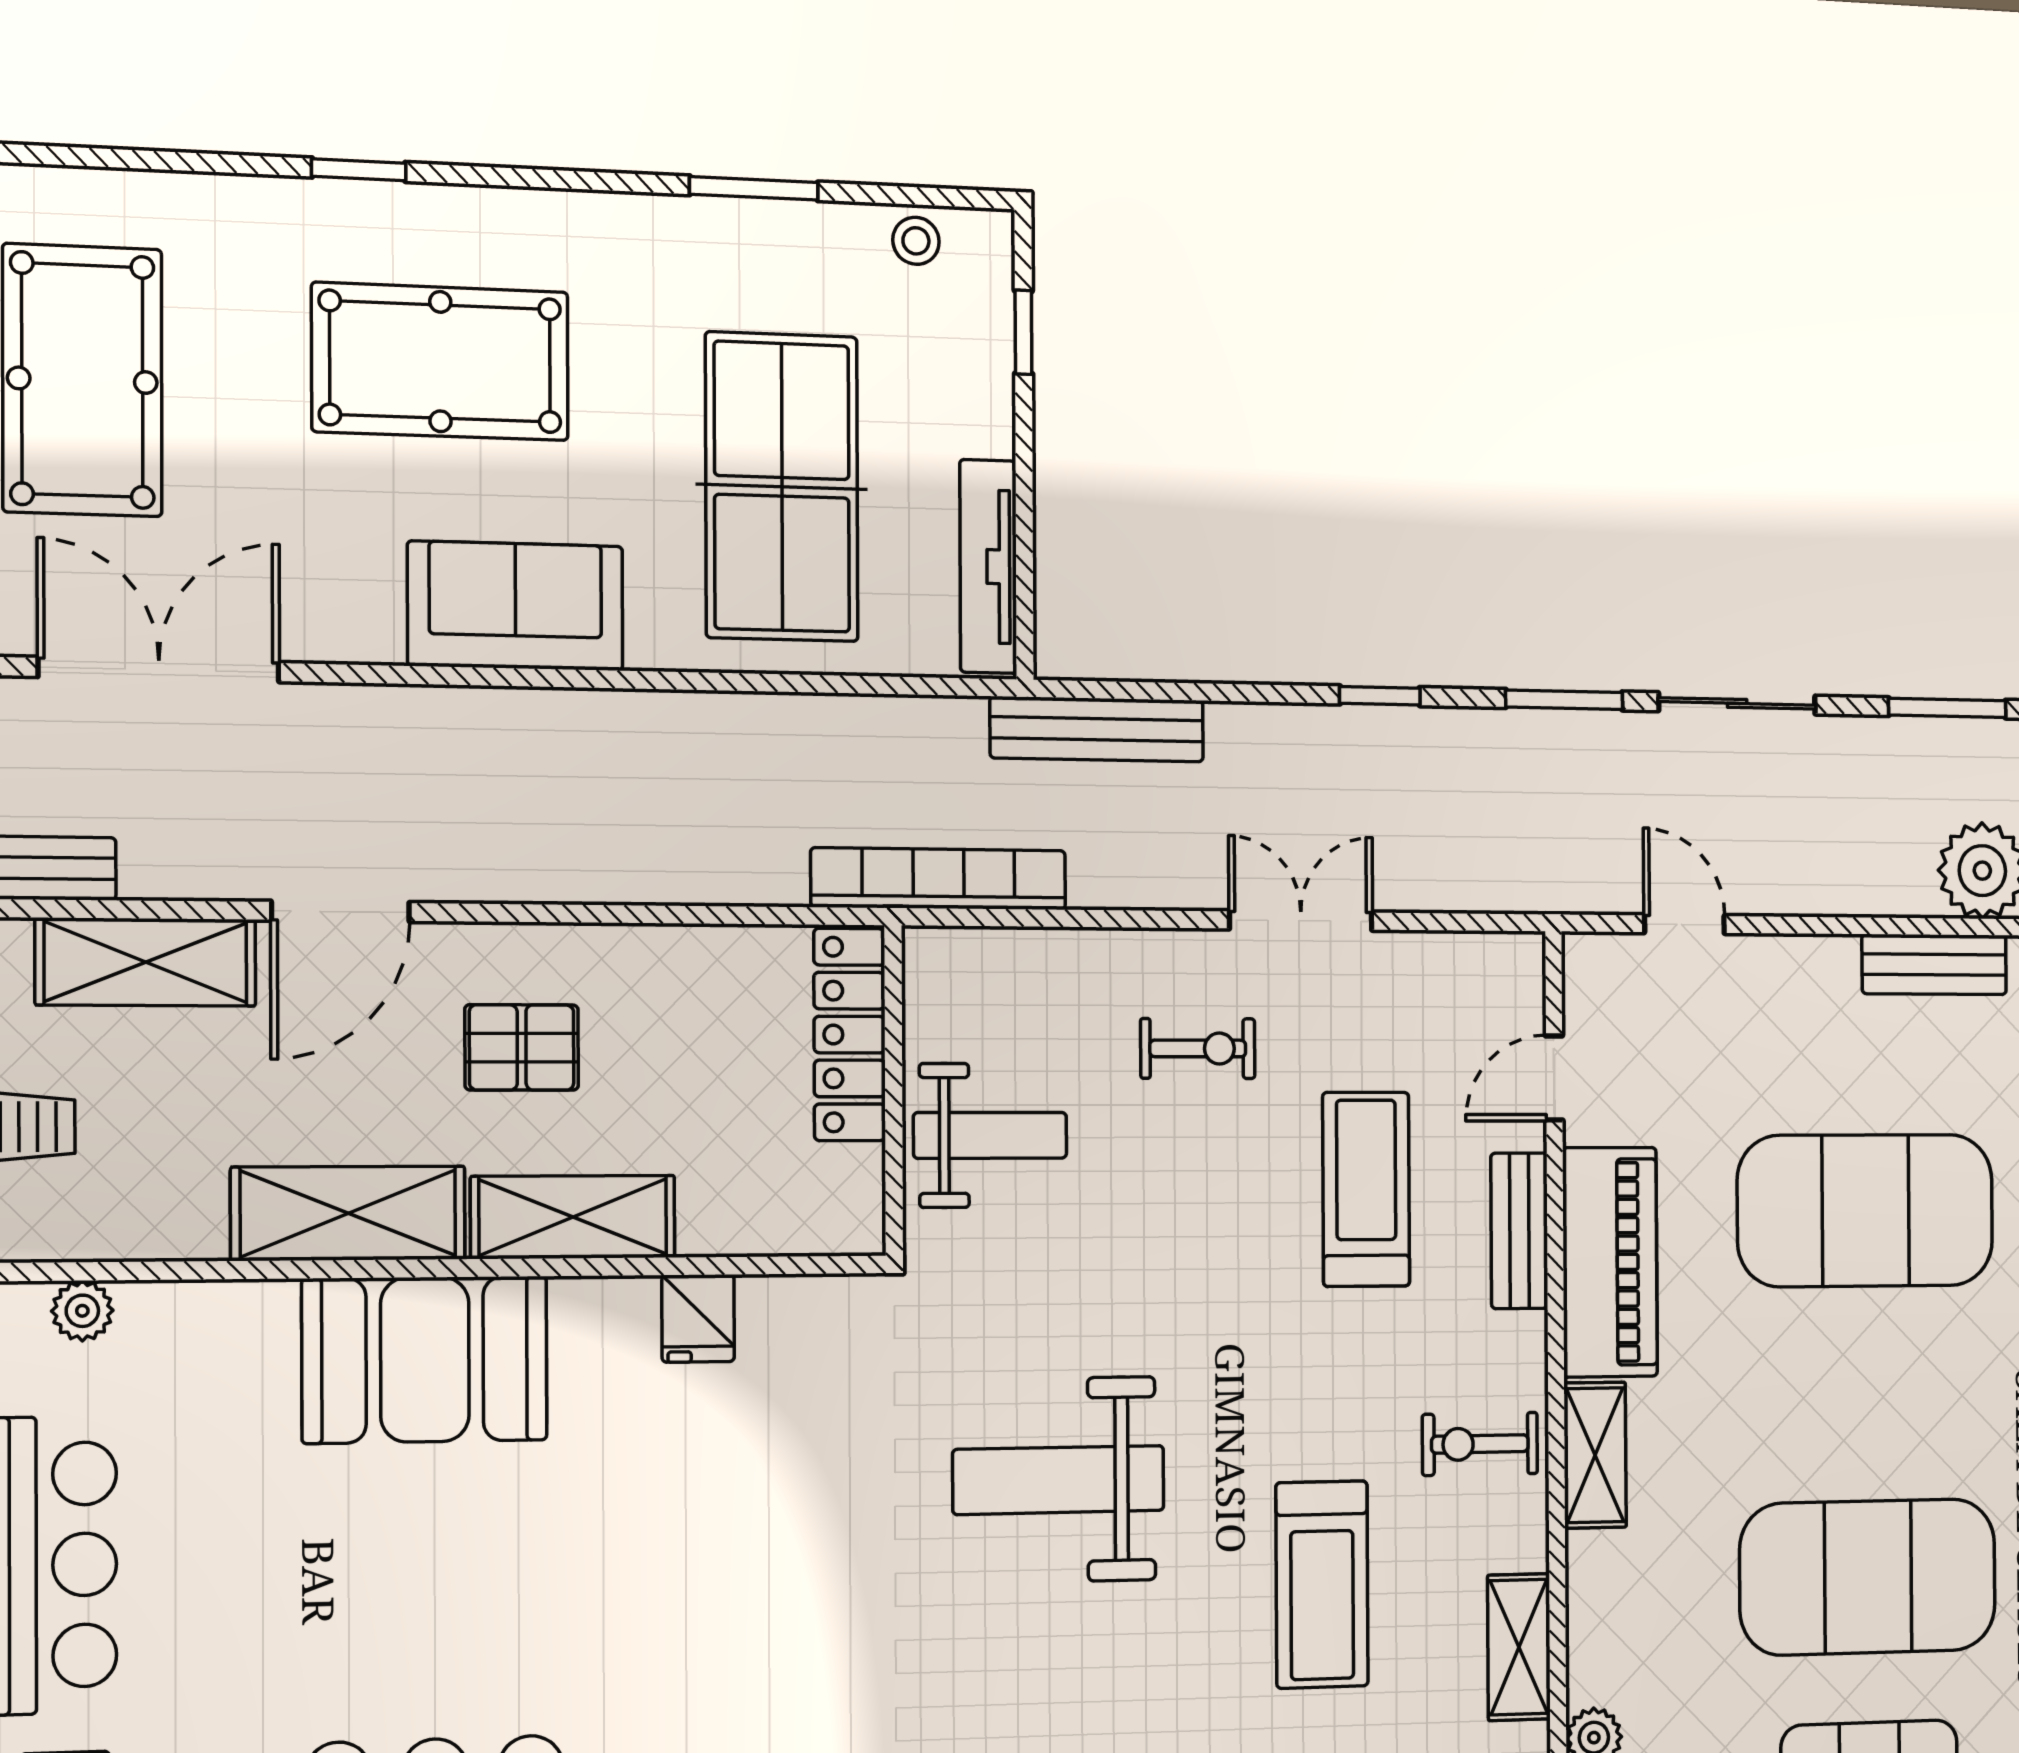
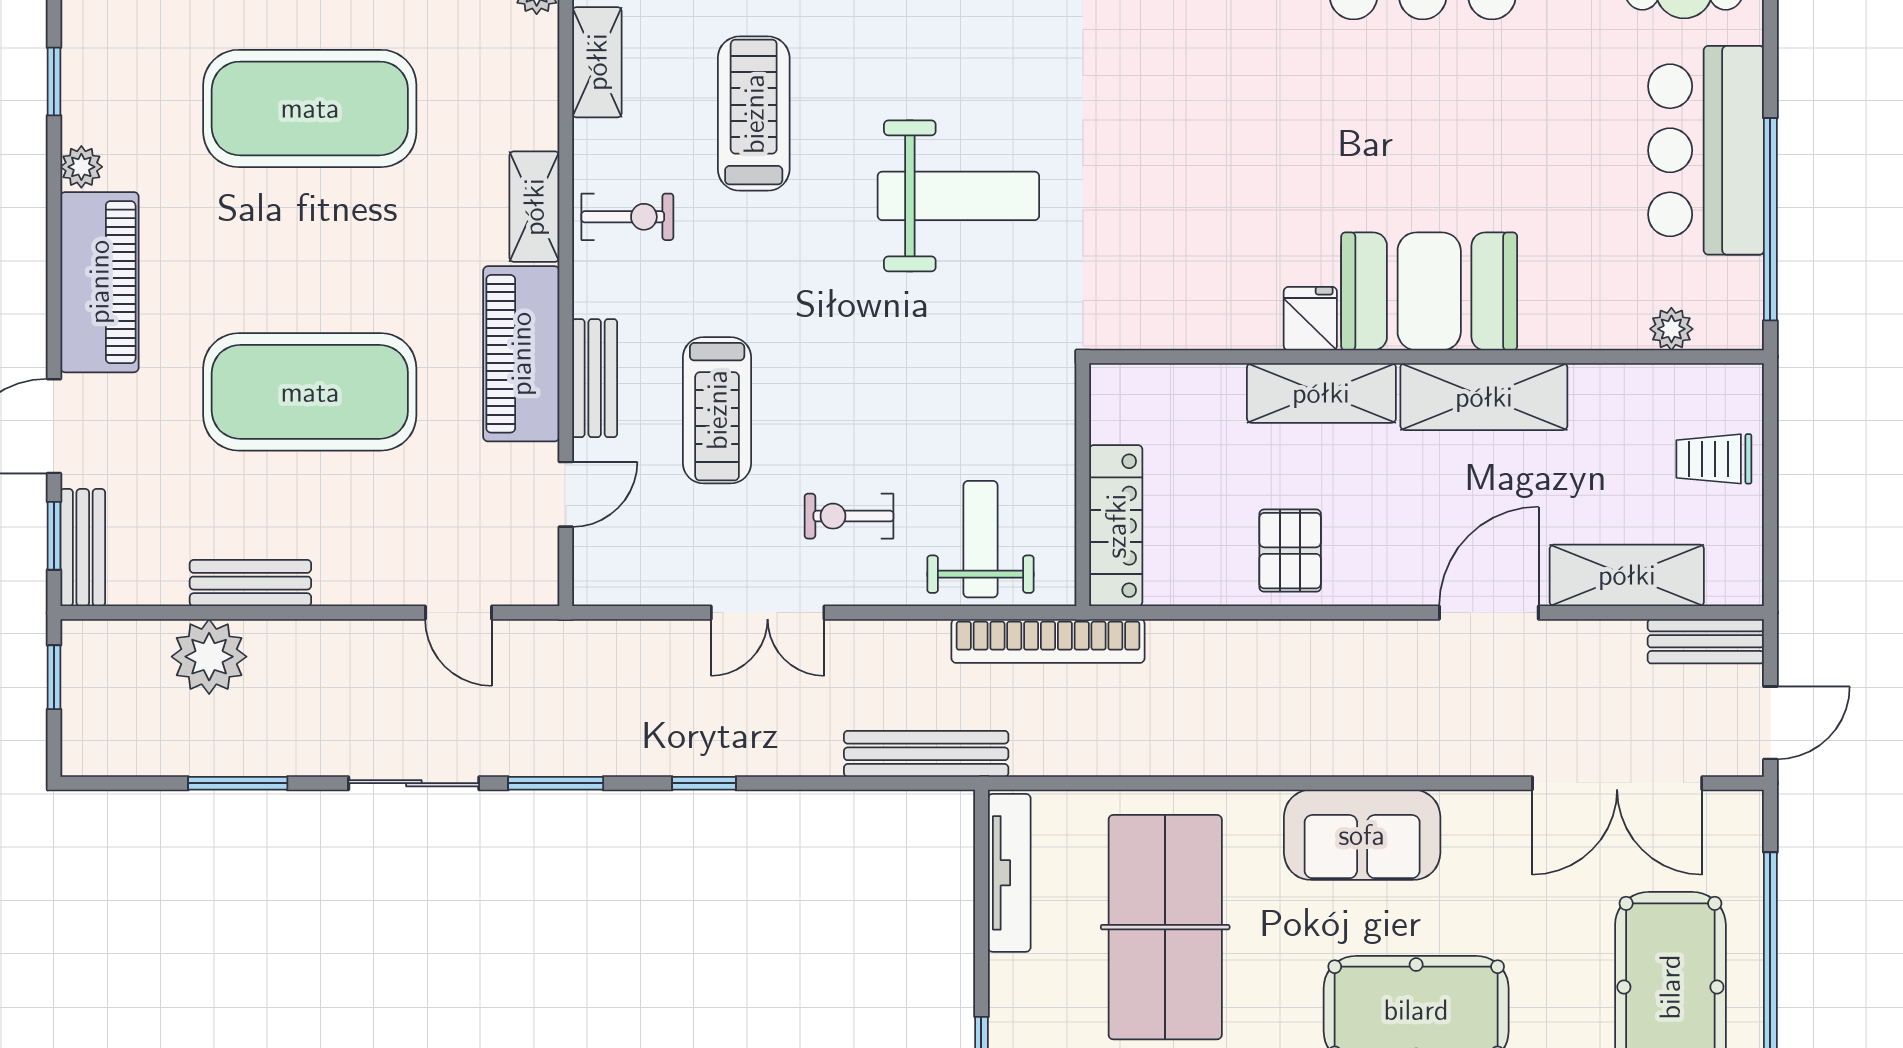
pallet: (522, 1047) -> (1290, 551), moved, turned 90
weight bench: (990, 1135) -> (981, 539), moved, turned 90
fridge: (698, 1318) -> (1310, 319), moved

